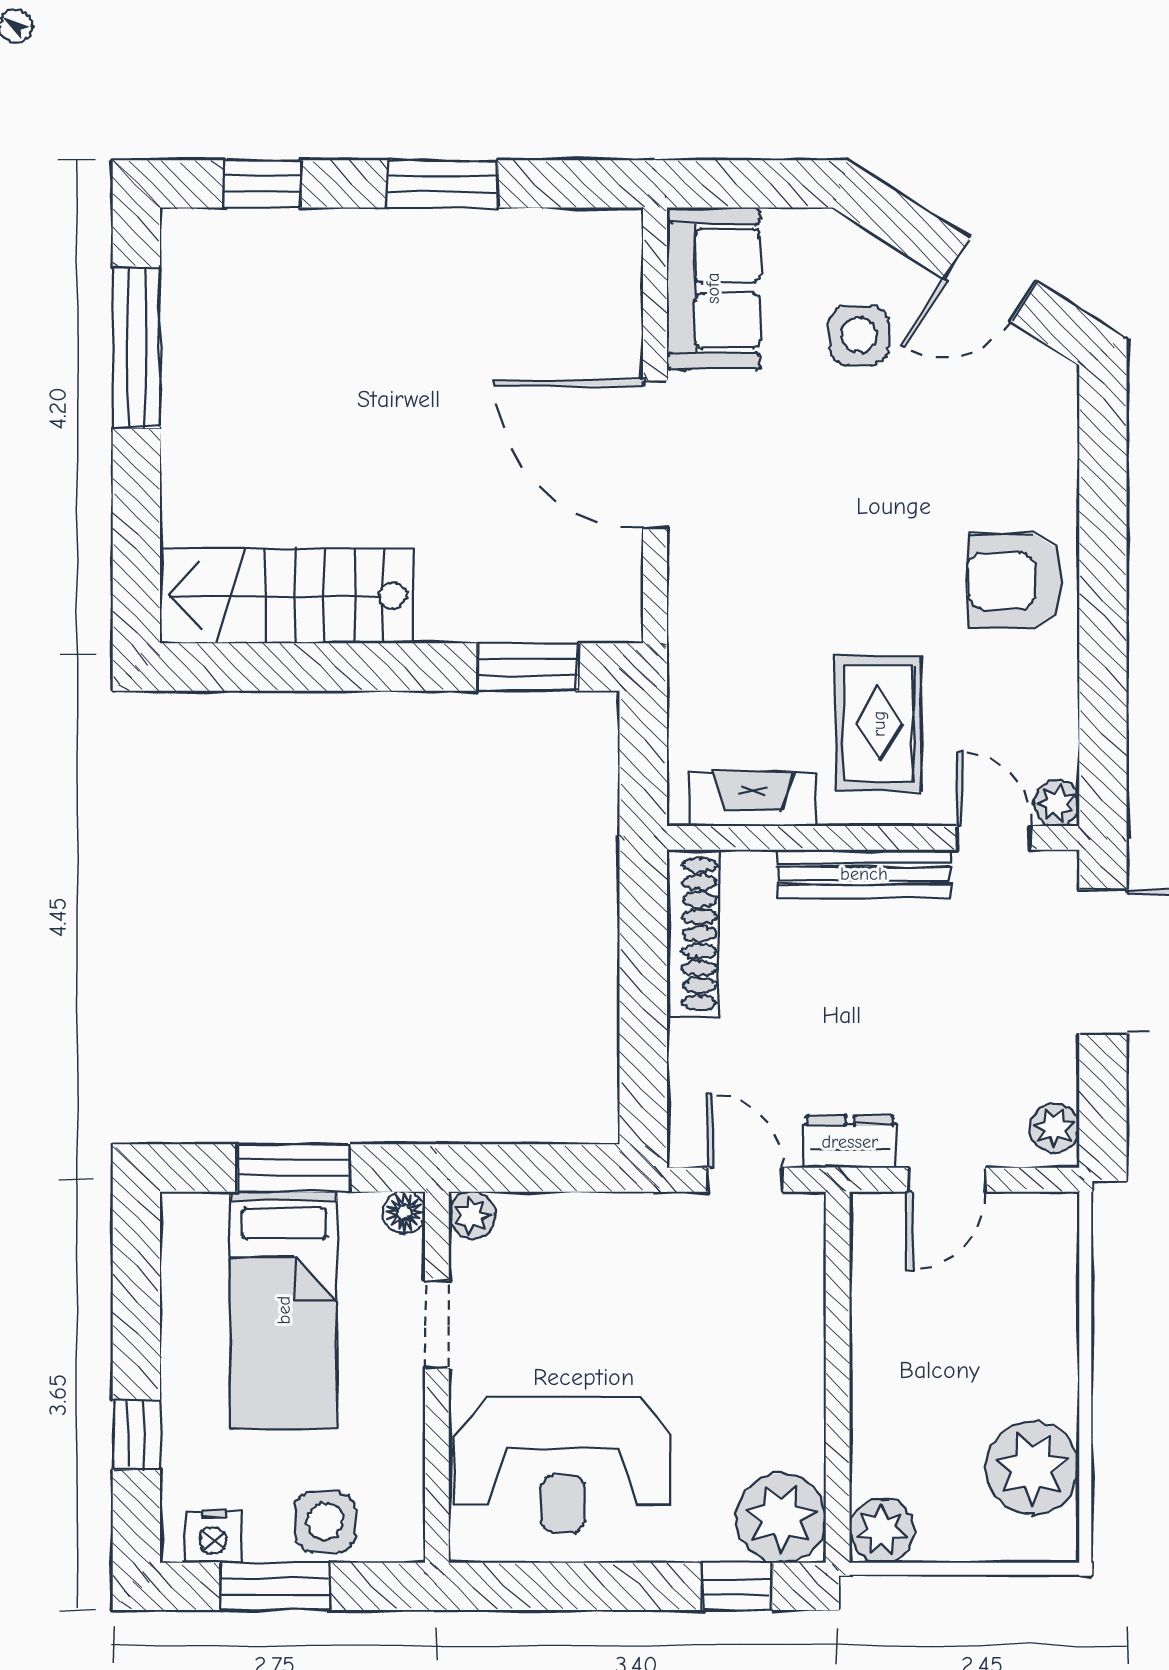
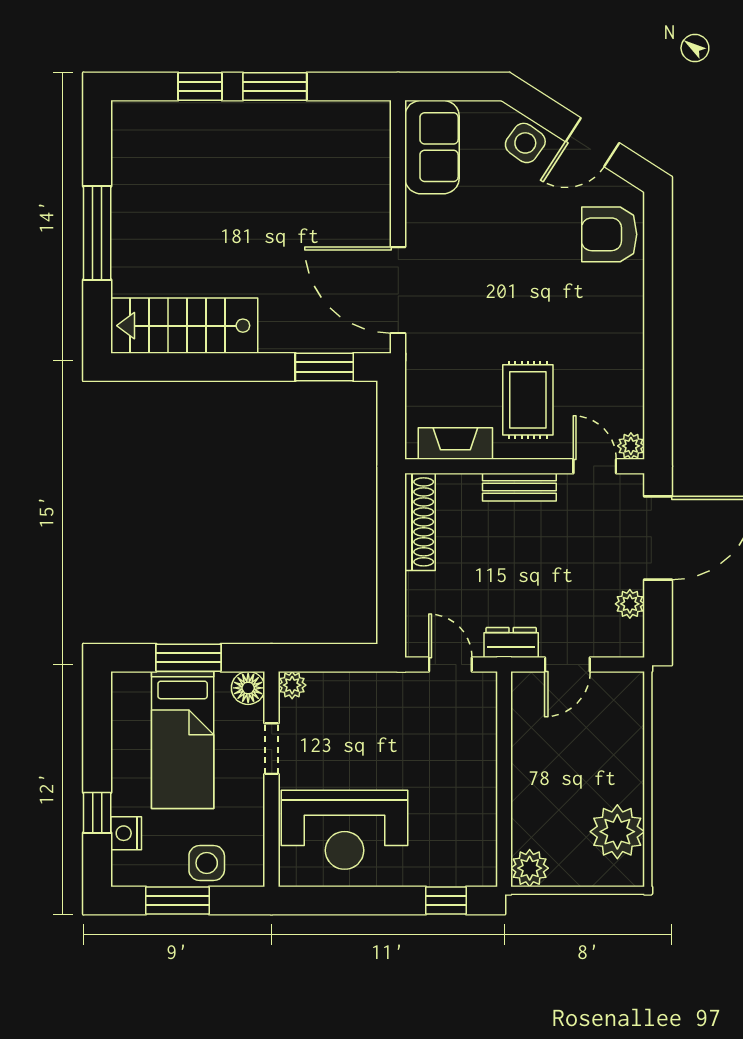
window: (262, 184) -> (200, 87), moved
side table: (859, 335) -> (525, 143), moved, turned 36
window: (136, 348) -> (97, 233), moved
door: (655, 455) -> (398, 290), moved
armchair: (1015, 581) -> (609, 234), moved
bench: (864, 874) -> (519, 487), width x0.73
plant: (1054, 1128) -> (630, 604), moved
floor lamp: (404, 1212) -> (248, 688), width x1.37, depth x1.37
plant: (781, 1518) -> (471, 861), removed
nightstand: (213, 1536) -> (126, 833), moved, turned 90

